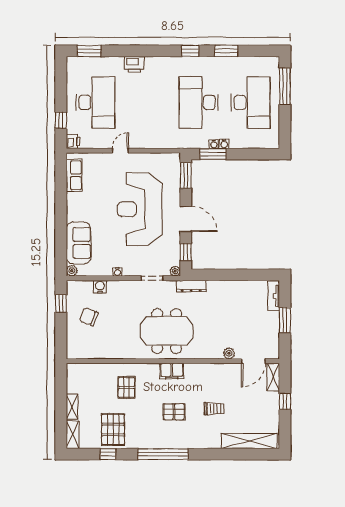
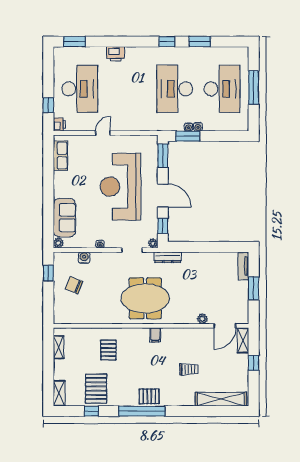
window: (285, 86) -> (254, 87), moved
filing cabinet: (172, 371) -> (155, 335), width x0.50
shelving: (72, 407) -> (58, 347), moved
pallet: (174, 412) -> (149, 396), moved

